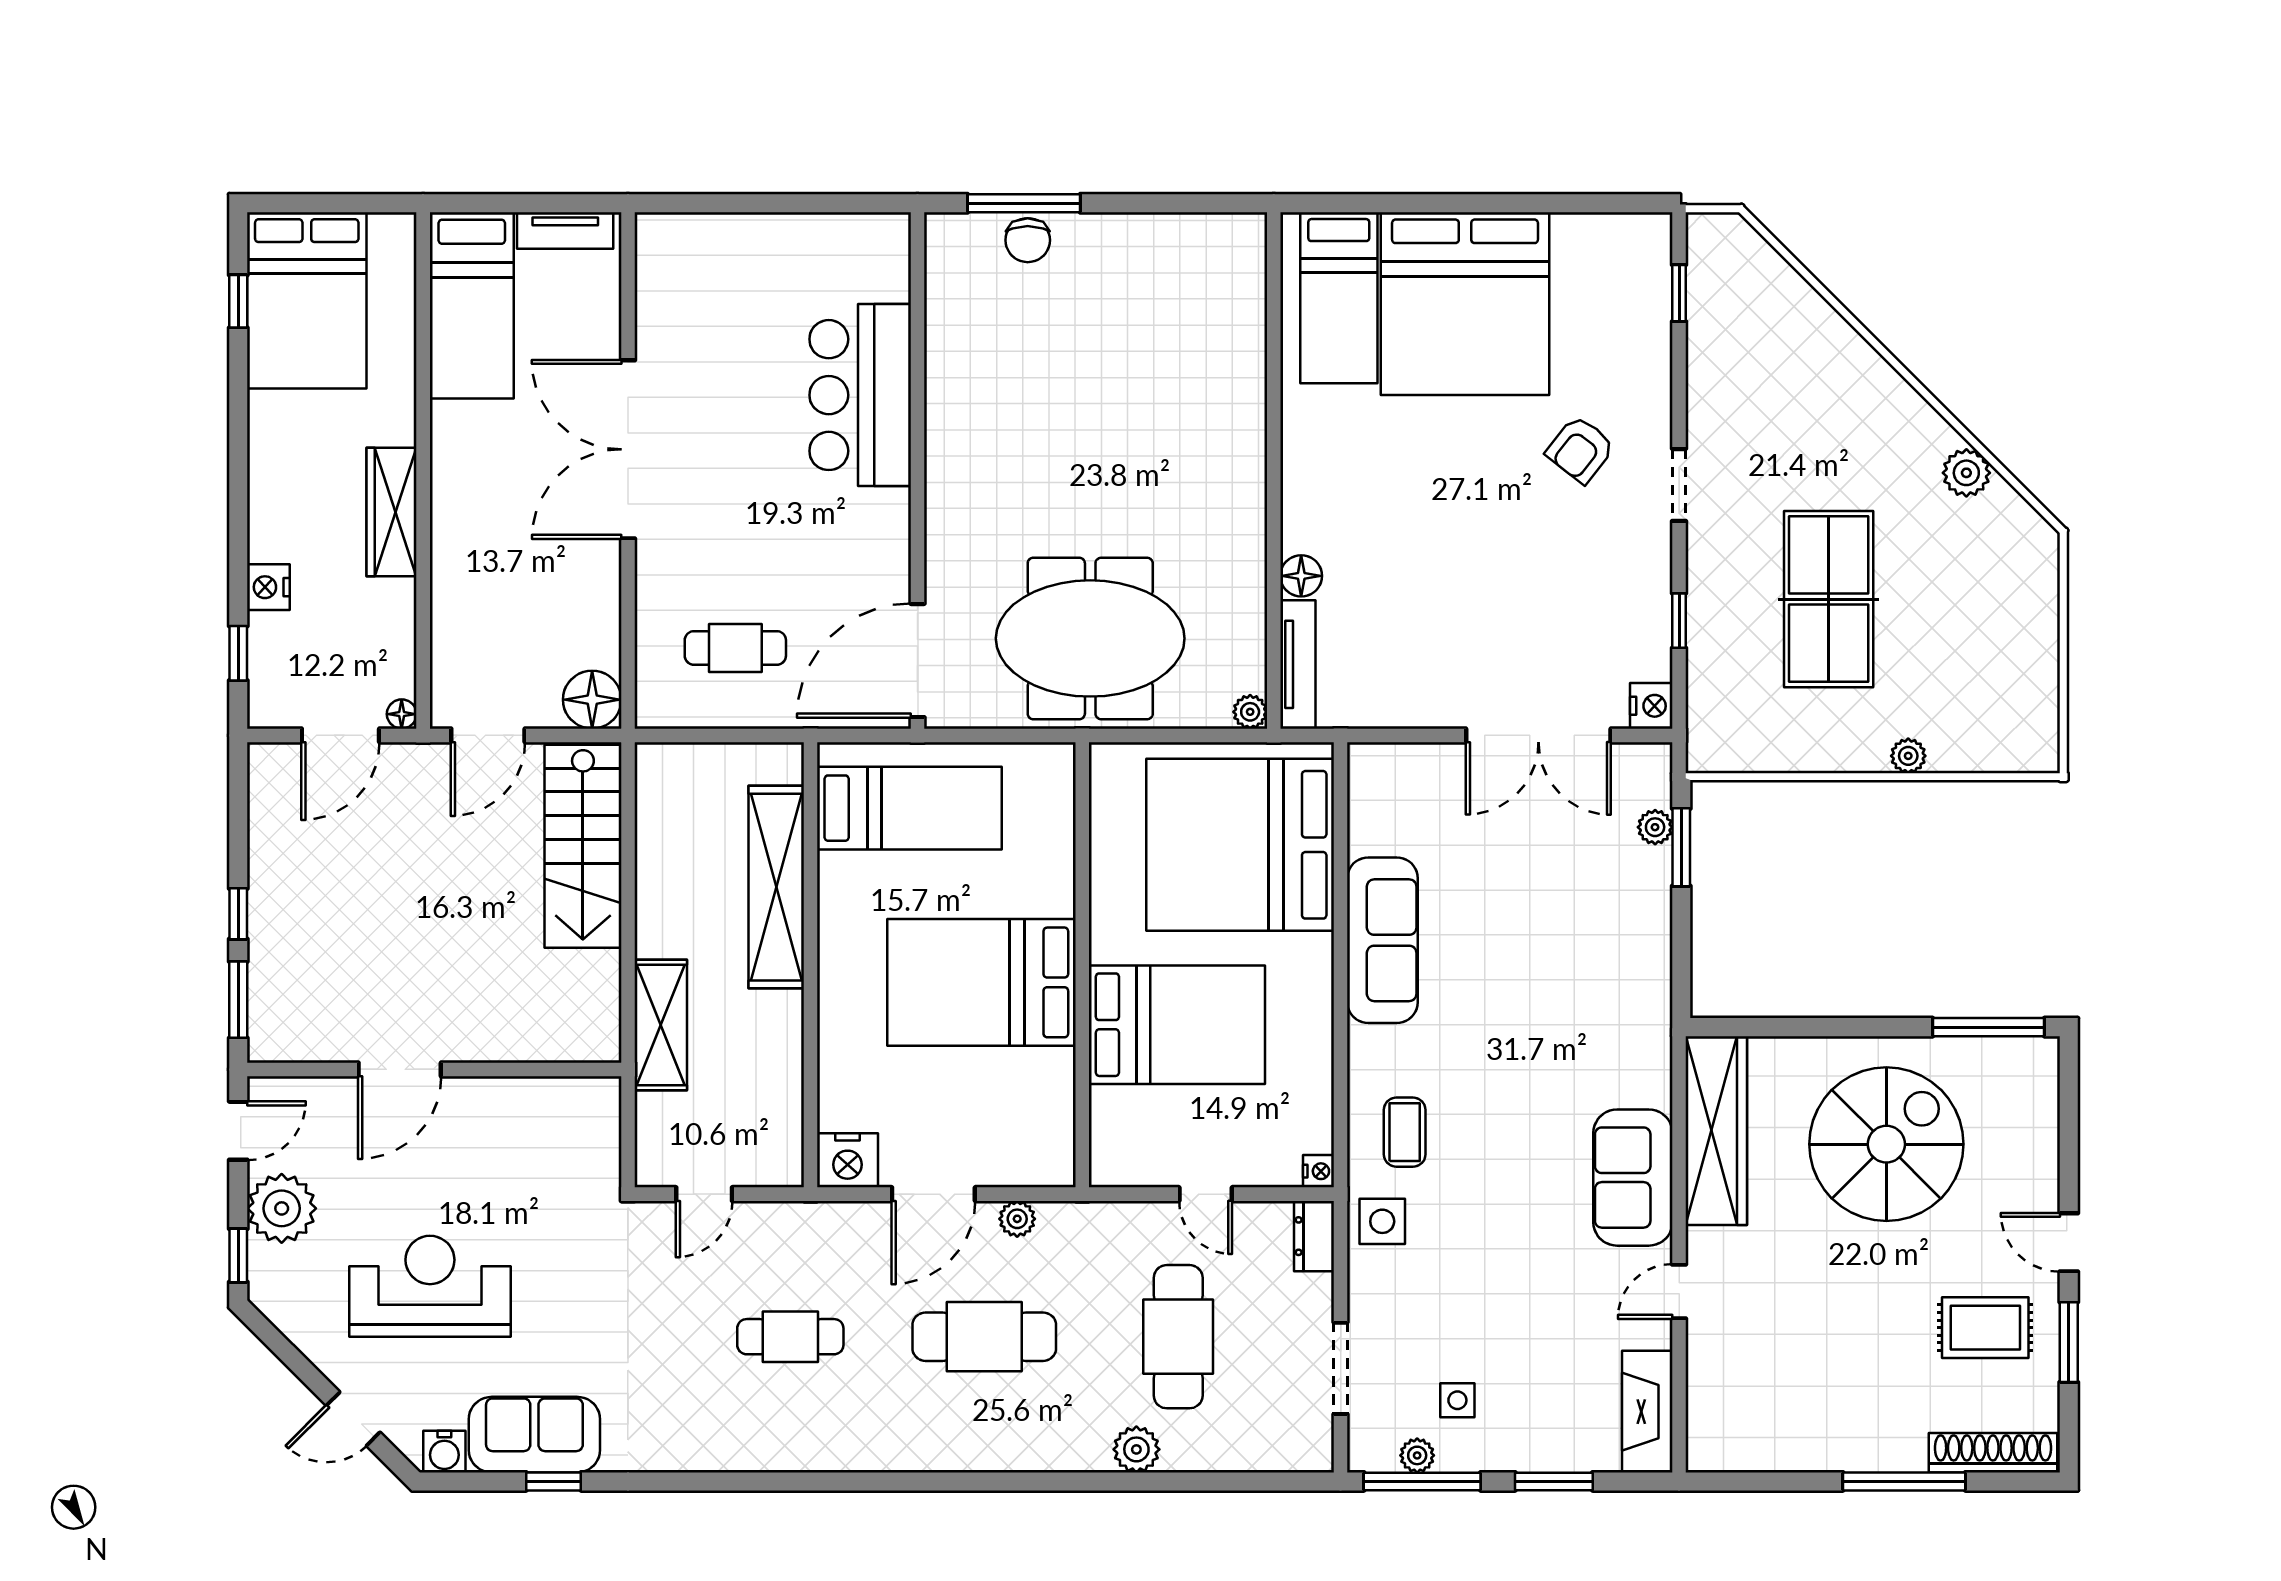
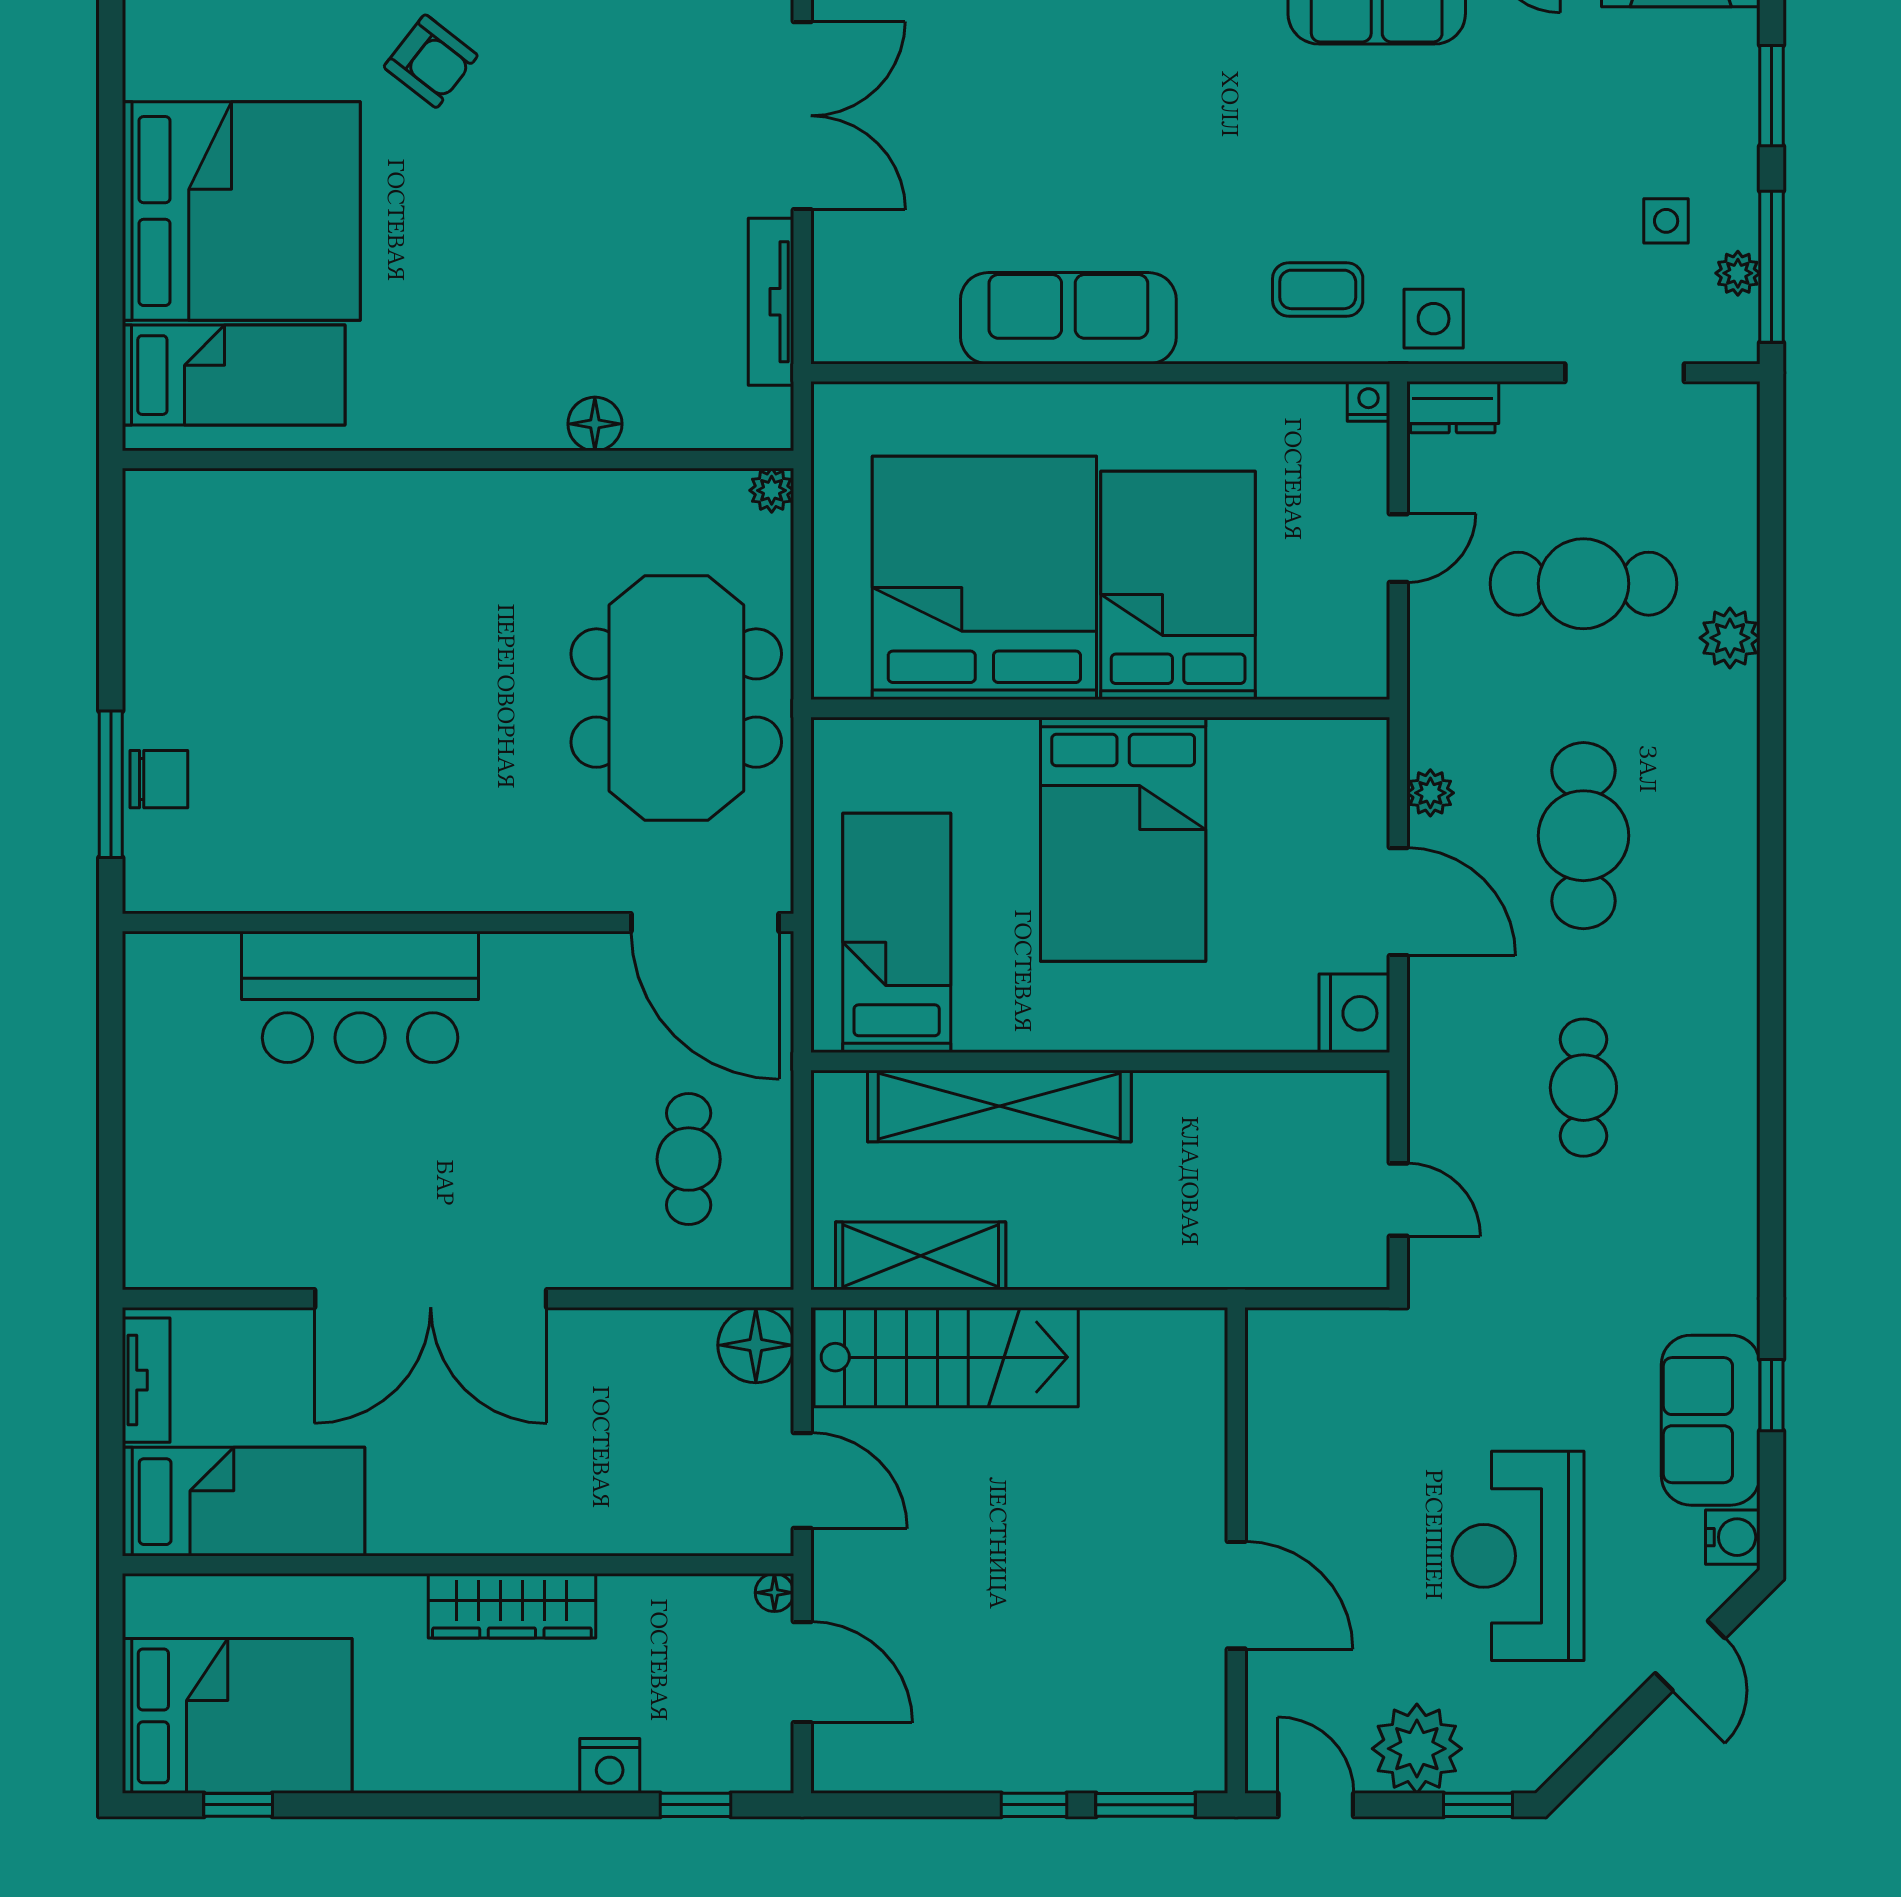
tv unit: (1298, 664) -> (771, 302), moved, turned -90
bed: (1240, 845) -> (984, 578), moved, turned 180
shelving: (661, 1025) -> (921, 1256), moved

